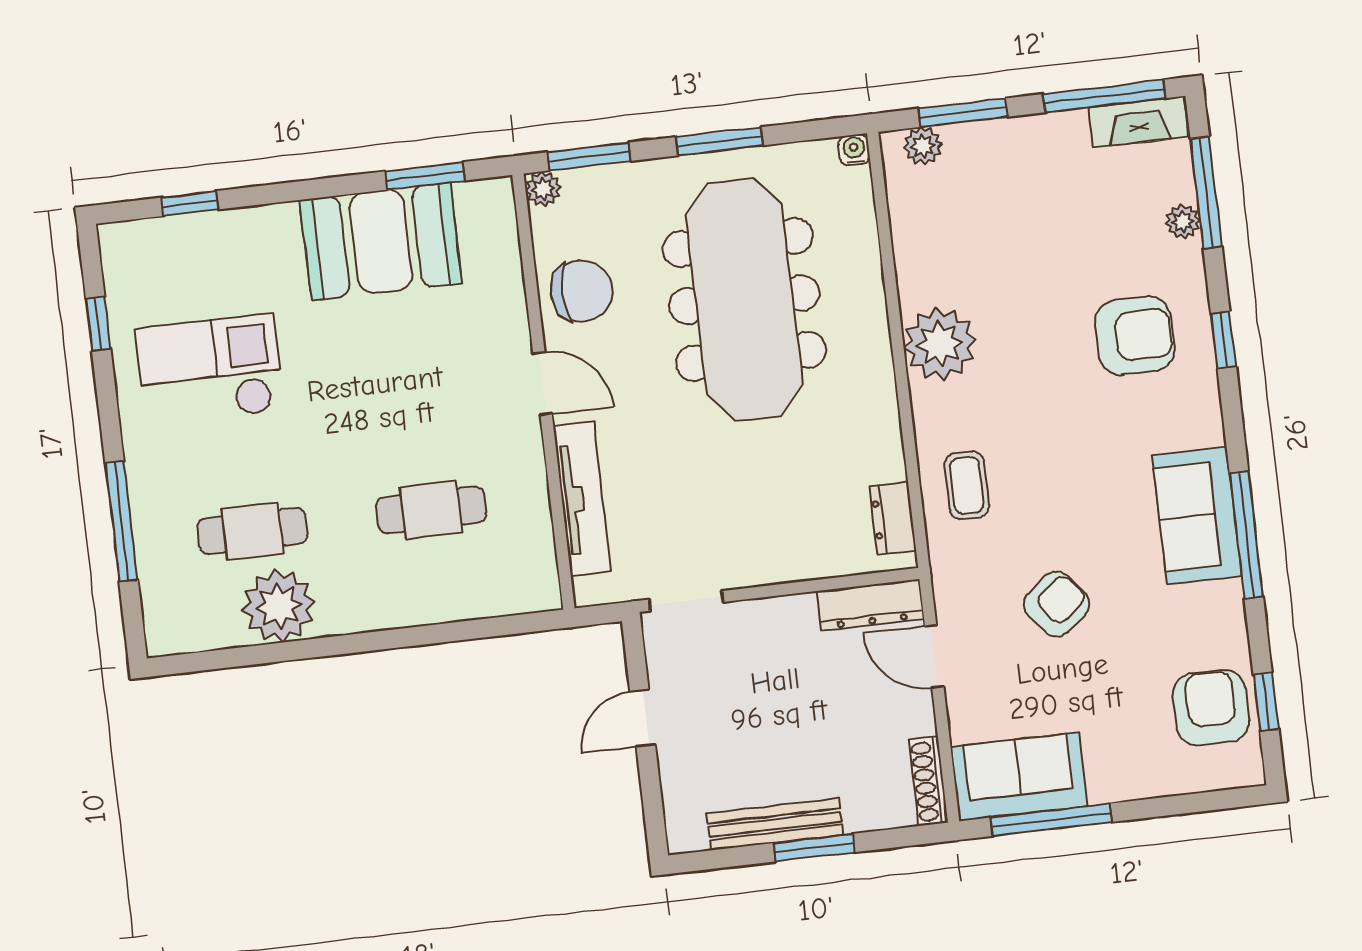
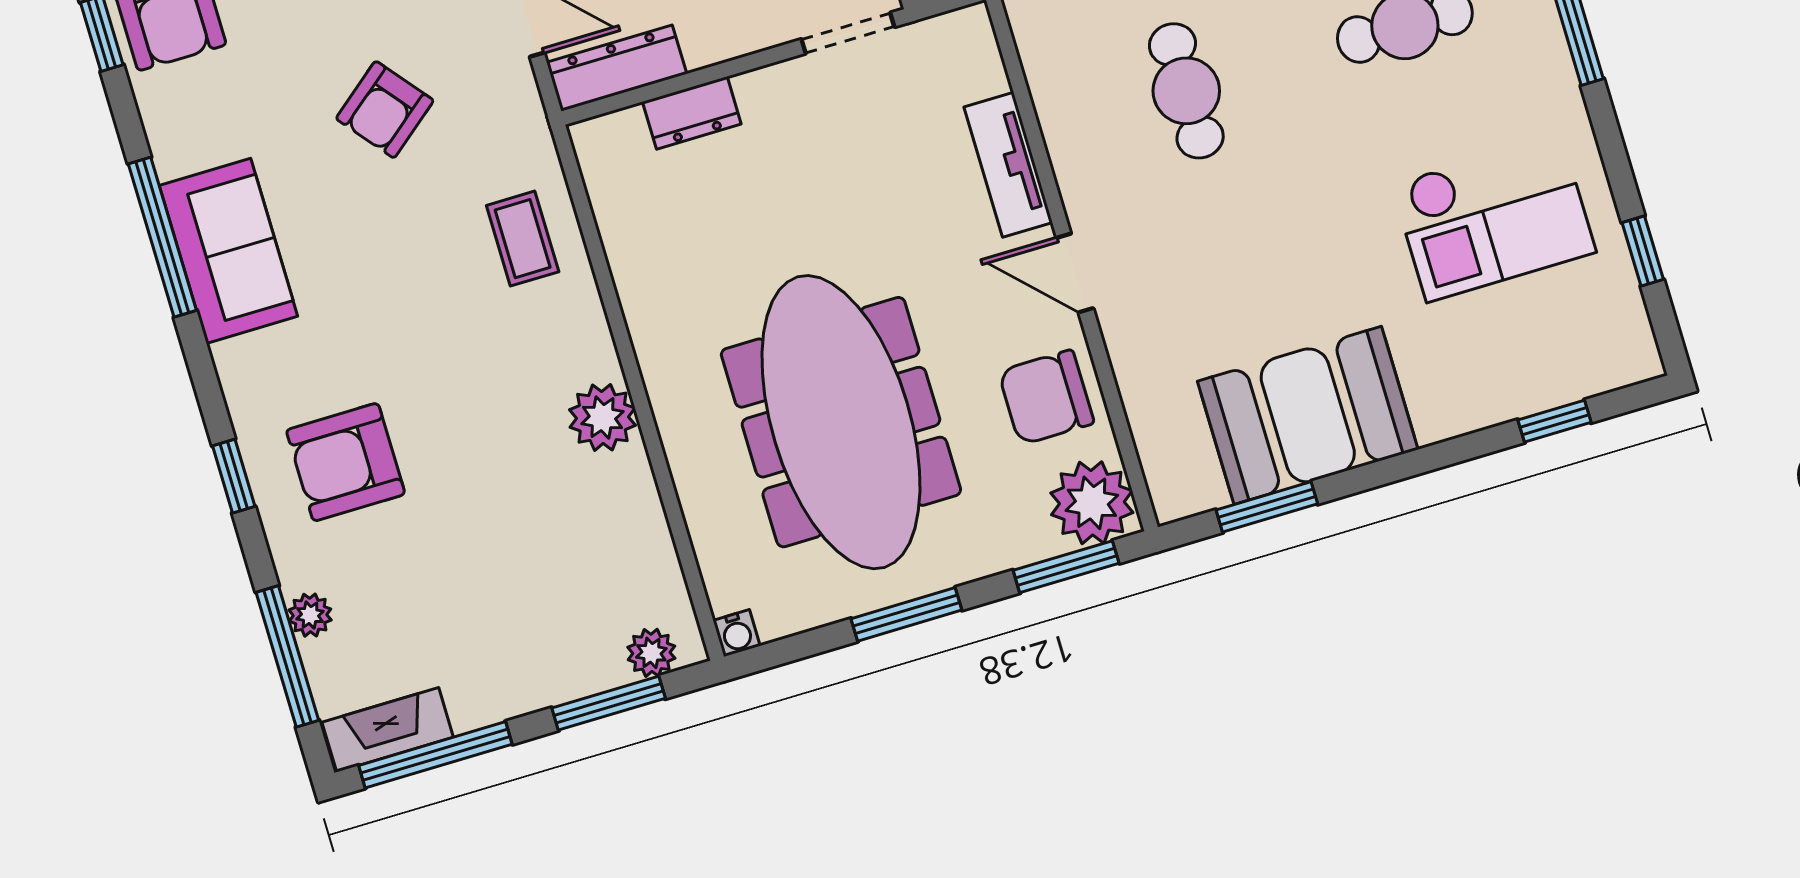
plant: (543, 189) -> (1092, 503), width x1.88, depth x1.88
plant: (940, 344) -> (602, 418), width x0.73, depth x0.73
tv unit: (582, 499) -> (1008, 165), width x0.71
cafe table: (431, 510) -> (1186, 91), turned 90
dresser: (893, 518) -> (692, 113), moved, turned 90

